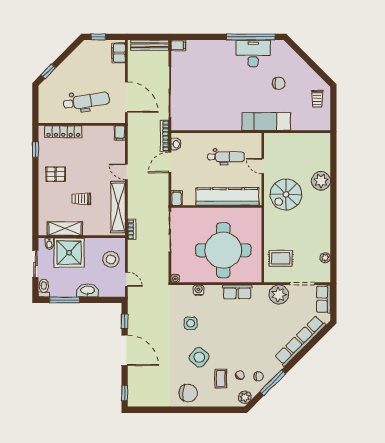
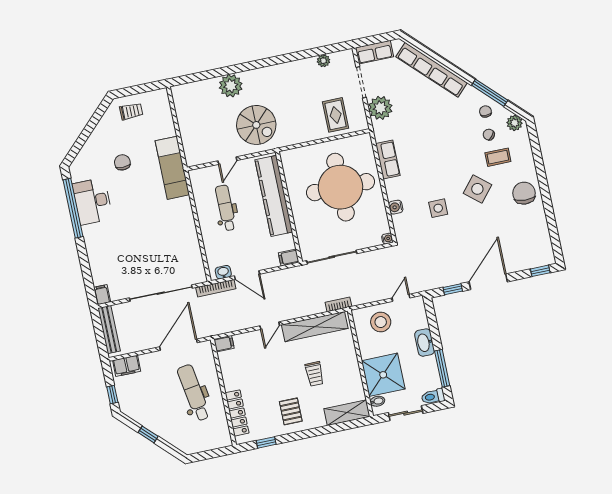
window: (48, 71) -> (148, 434), moved
shelving: (65, 228) -> (347, 413), moved, turned 90

